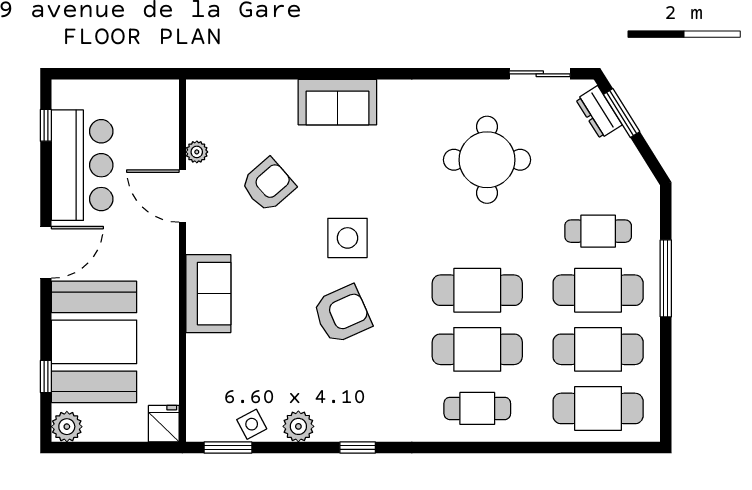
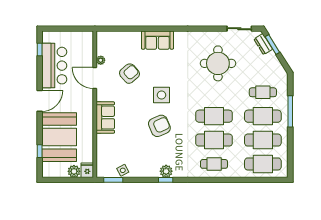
plant: (298, 426) -> (166, 171), moved
plant: (67, 427) -> (74, 171), moved

